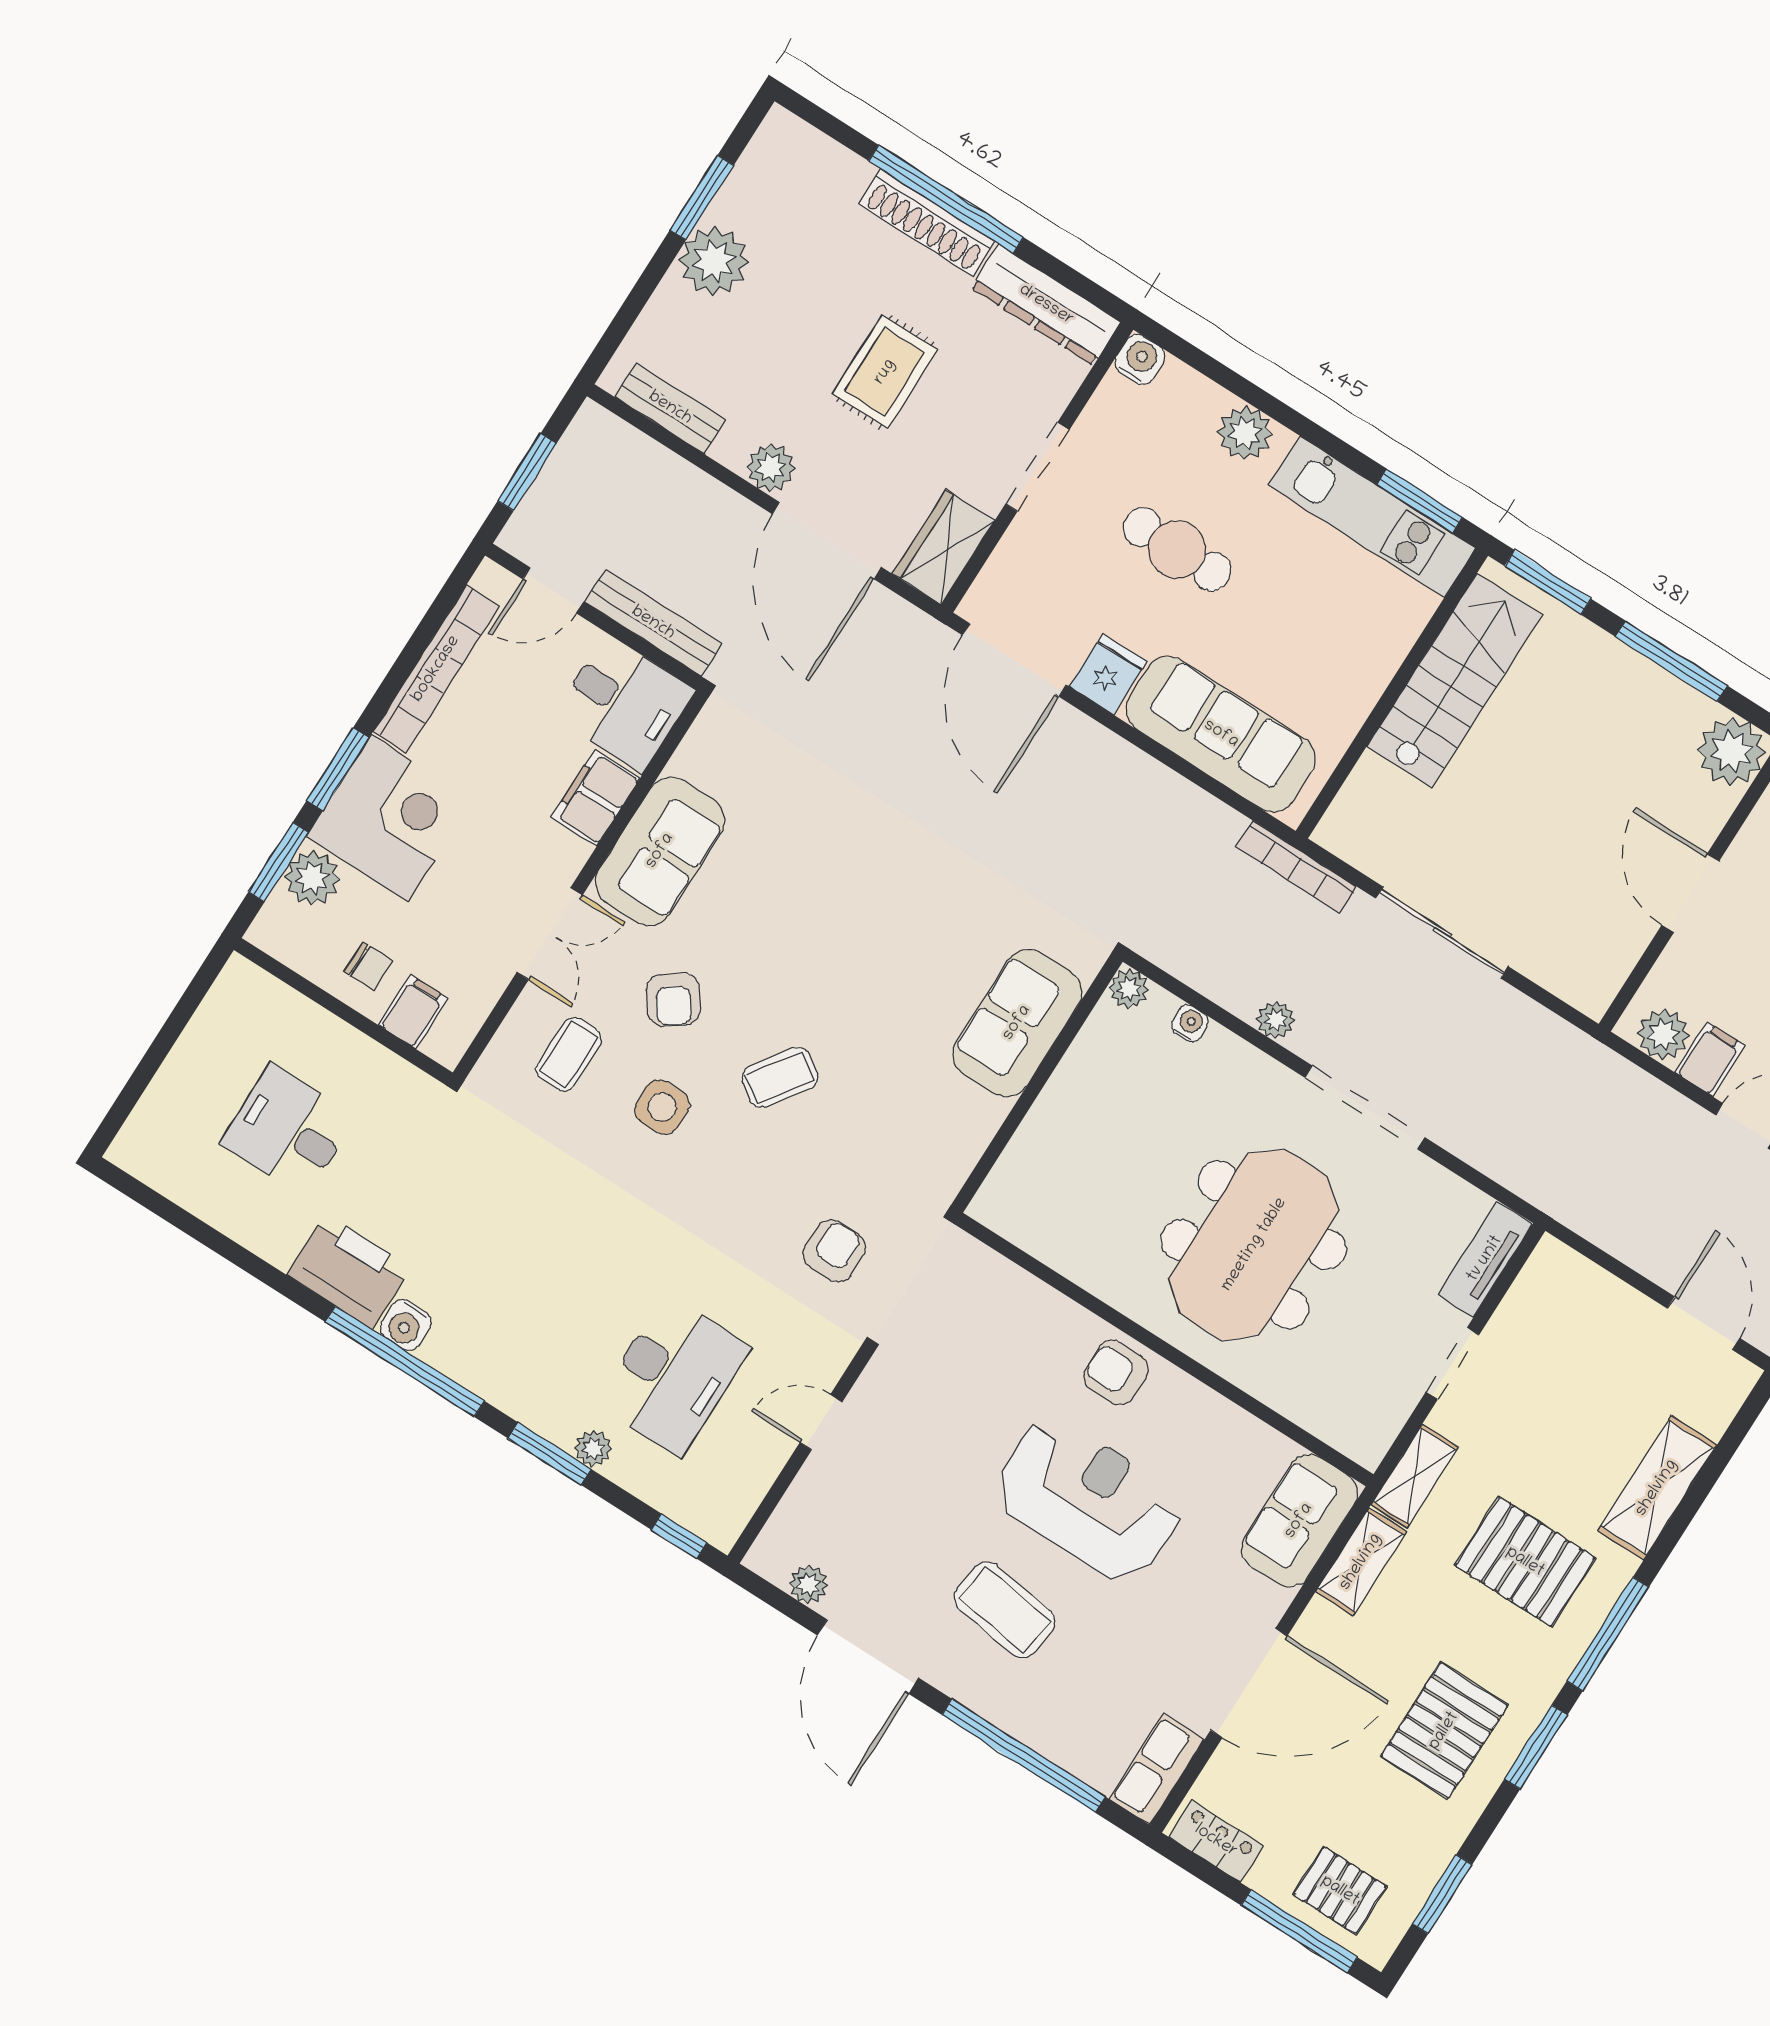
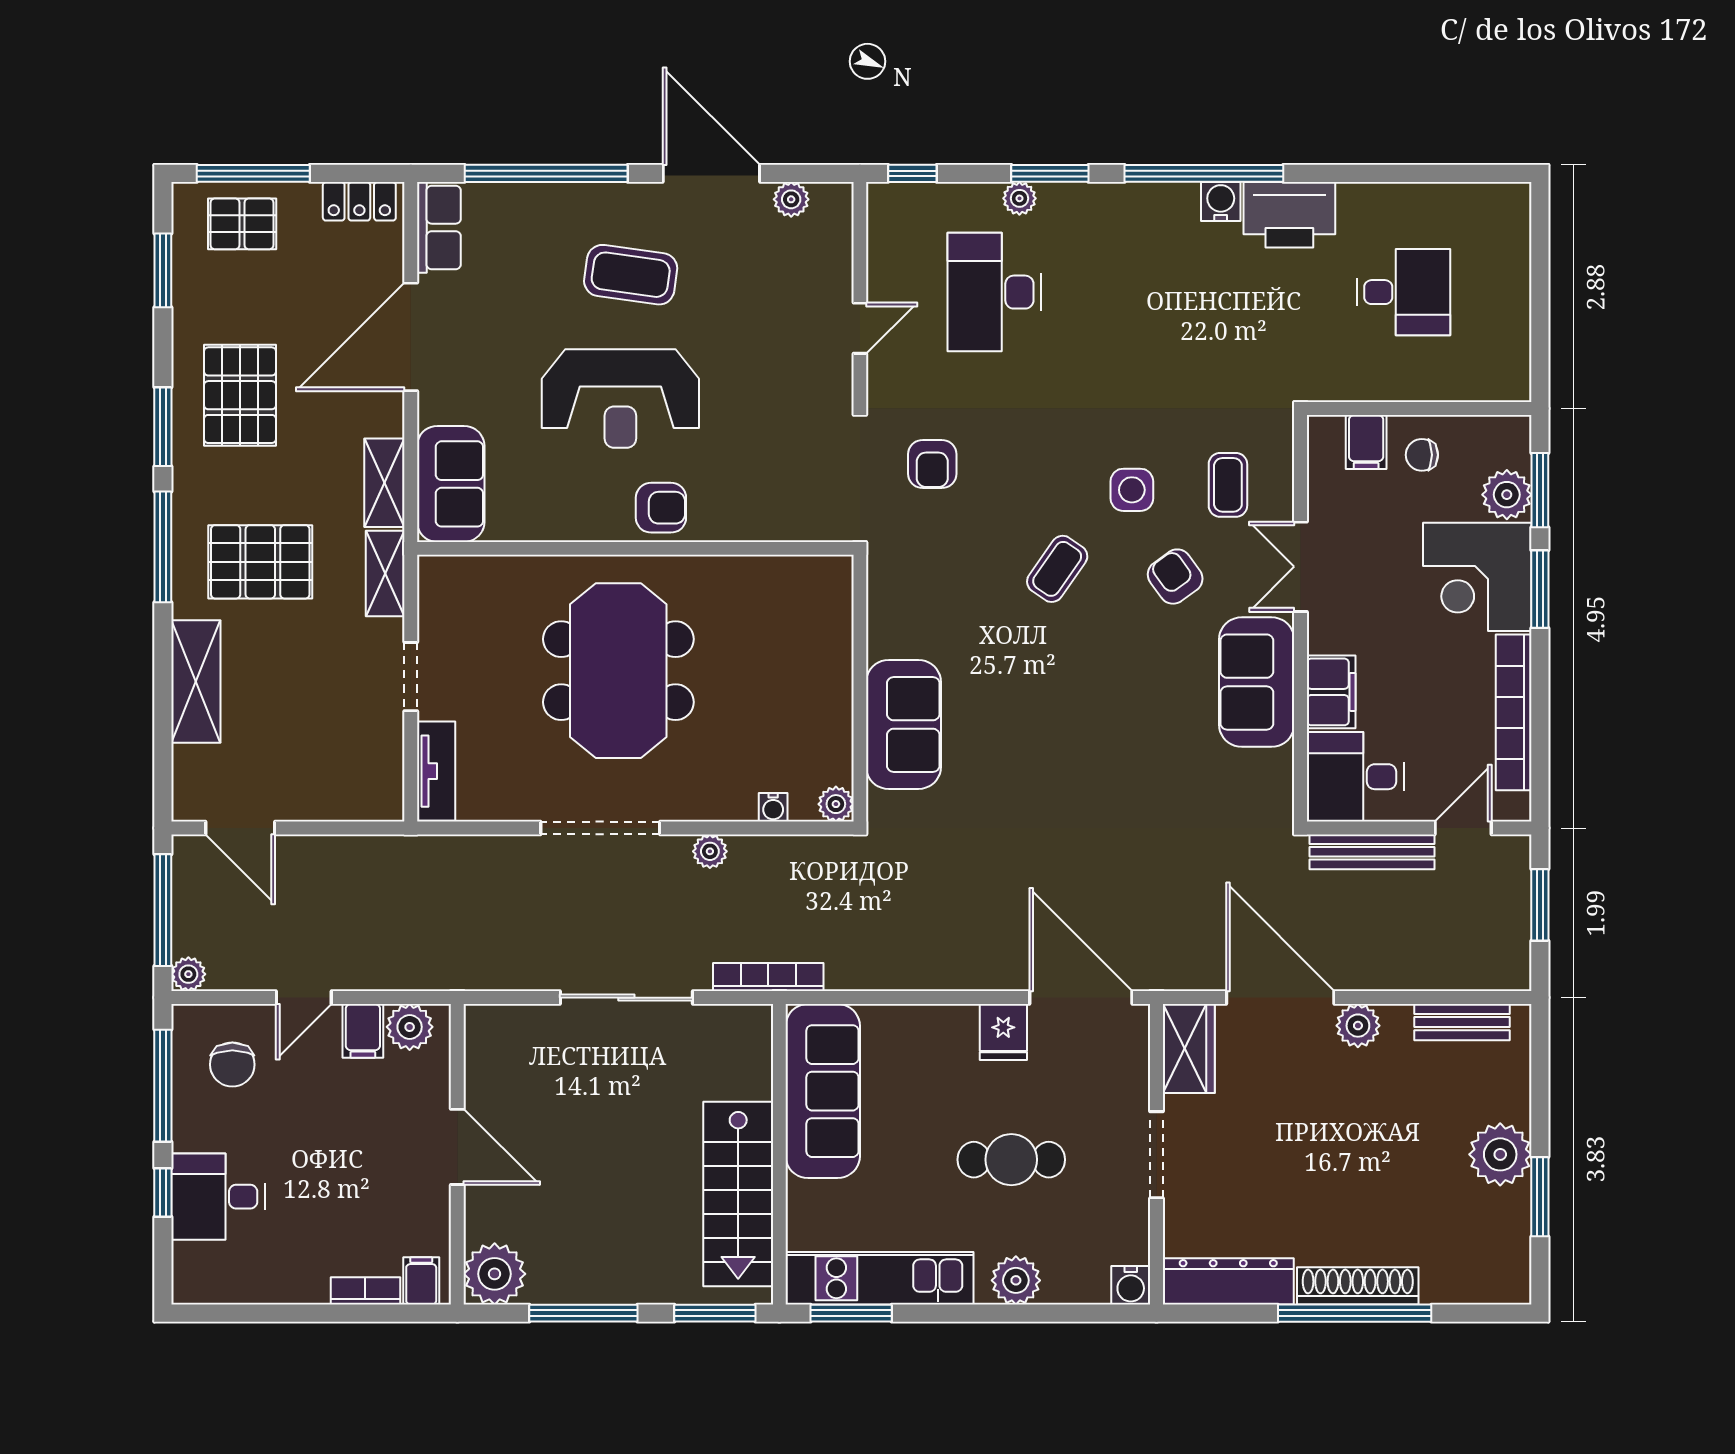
rug: (885, 372) -> (1318, 1153), removed
sofa: (1221, 734) -> (823, 1091), moved, turned -90

